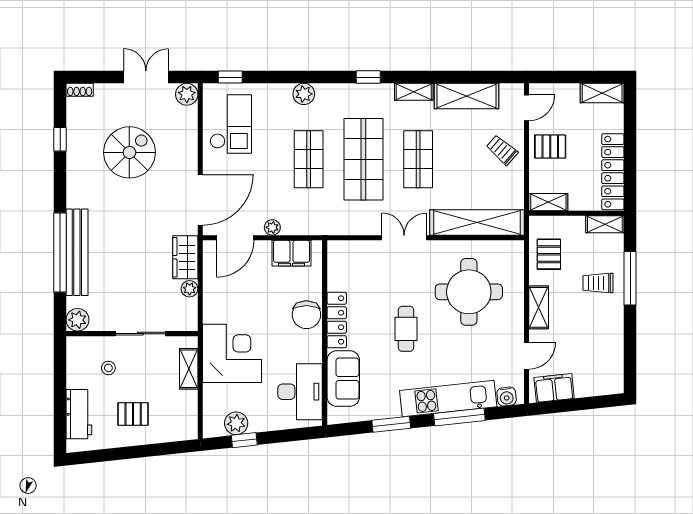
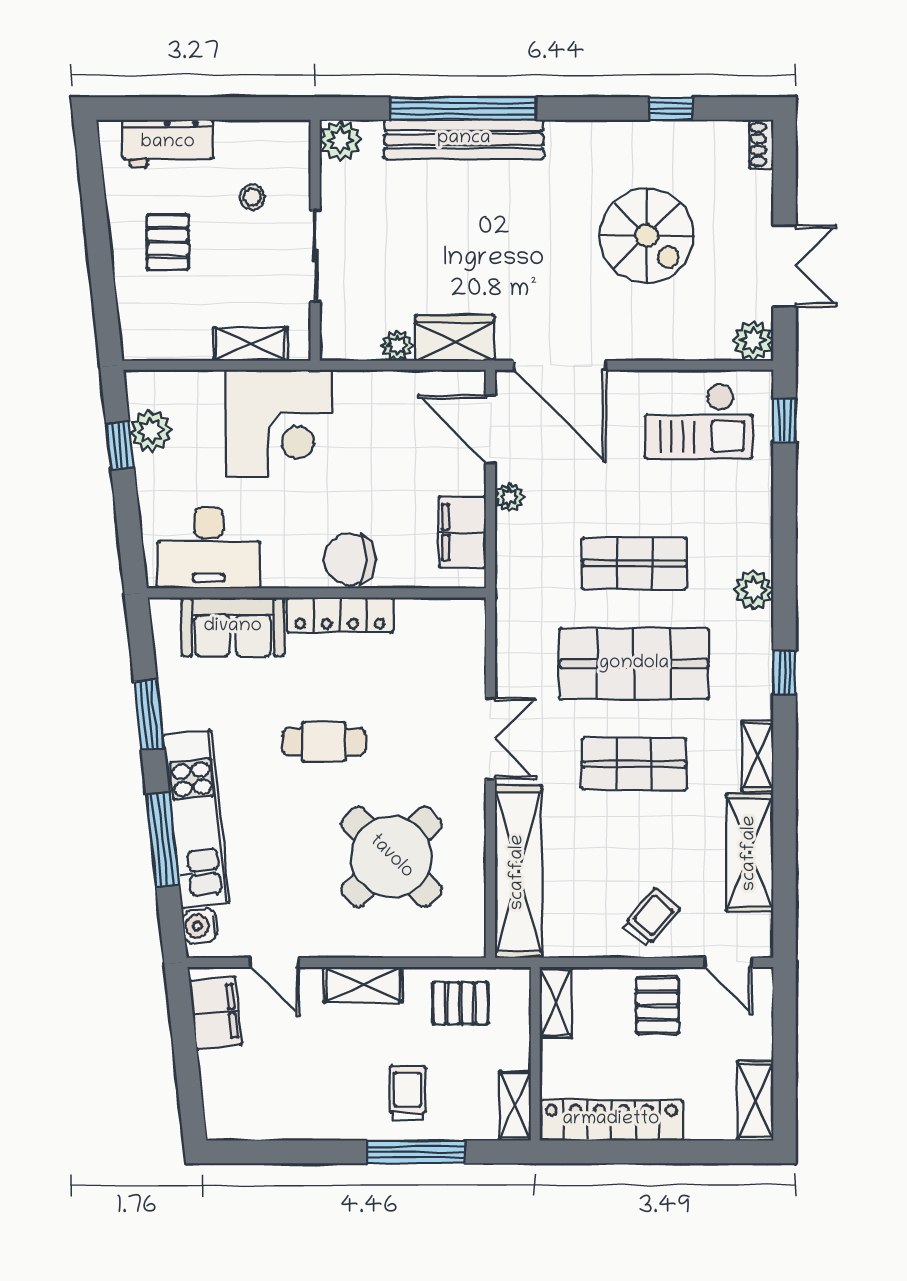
plant: (304, 94) -> (754, 590), moved
round table: (469, 292) -> (391, 857), turned 45

